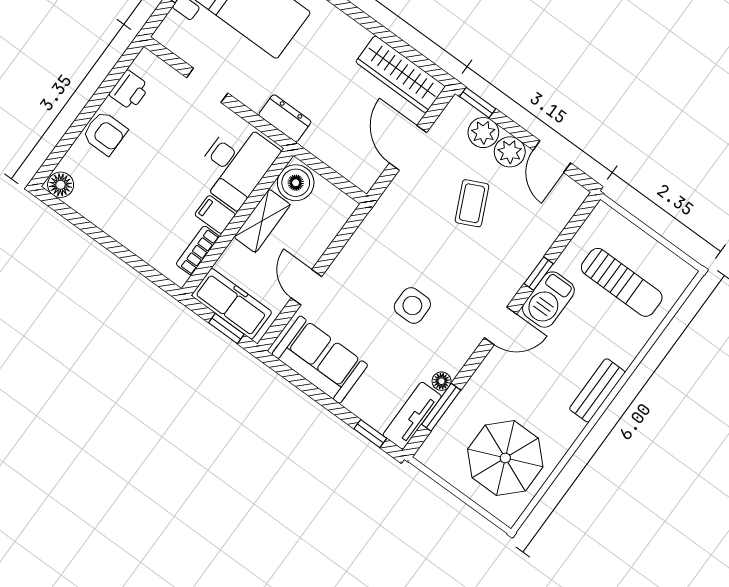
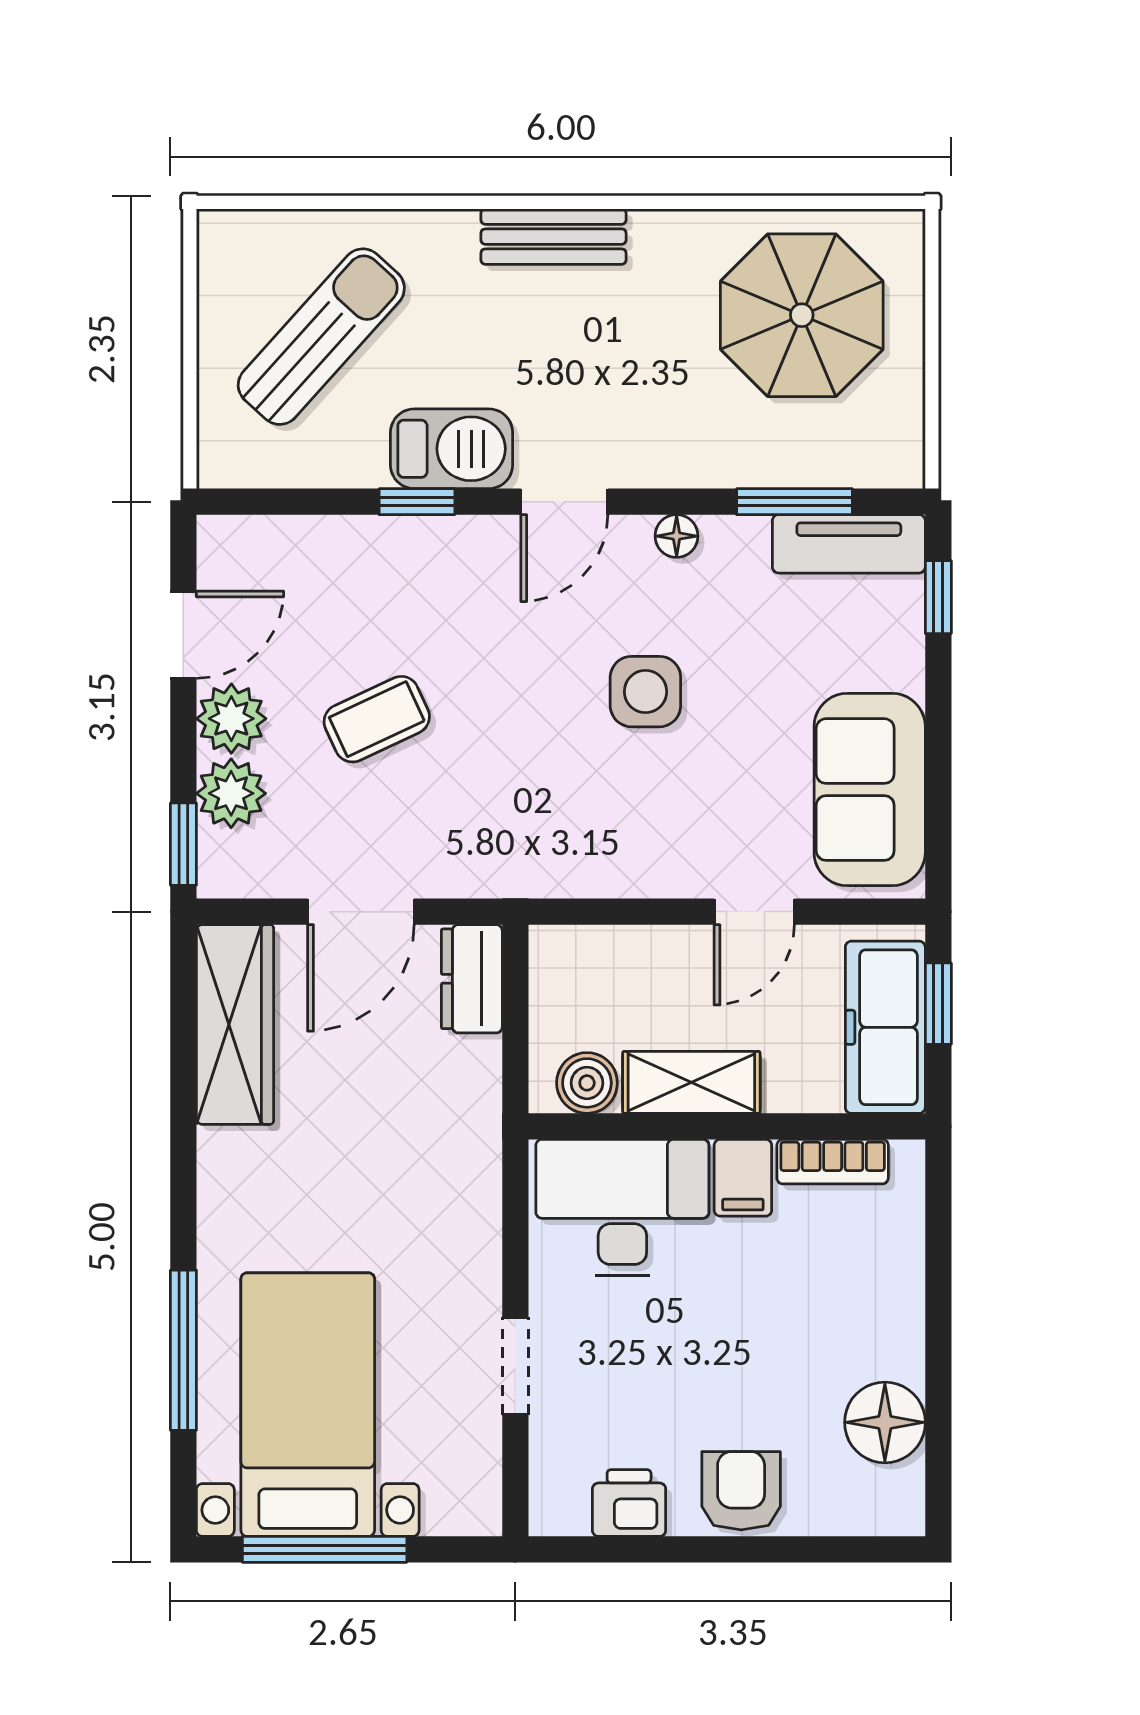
dresser: (285, 118) -> (472, 979), moved
boiler: (296, 183) -> (587, 1083), width x0.73, depth x0.73
floor lamp: (61, 185) -> (885, 1422), moved, width x1.38, depth x1.38
sun lounger: (622, 282) -> (321, 337), turned 42
door: (501, 326) -> (564, 502), swing flipped
floor lamp: (442, 381) -> (677, 536), moved

